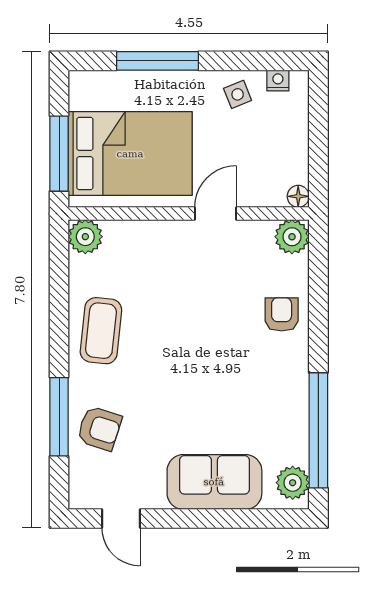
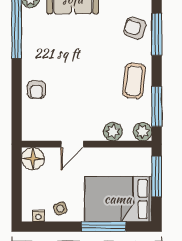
bed: (130, 154) -> (118, 199), moved
floor lamp: (298, 196) -> (33, 159), width x1.89, depth x1.89
plant: (292, 237) -> (113, 132), moved
window: (59, 283) -> (157, 107), added

